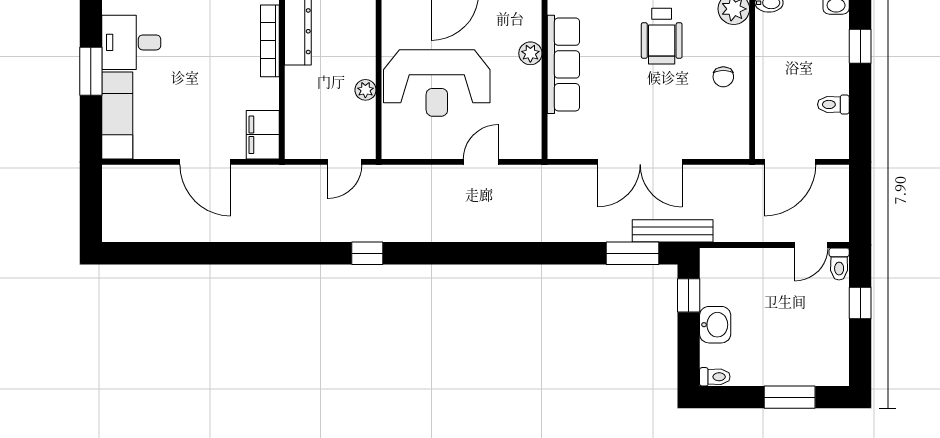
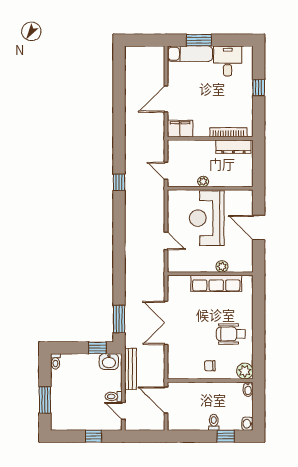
window: (91, 71) -> (199, 40), moved
toilet: (833, 104) -> (214, 422), moved
bench: (673, 231) -> (131, 369), moved
toilet: (839, 264) -> (114, 396), moved
washbasin: (715, 325) -> (109, 362), moved

